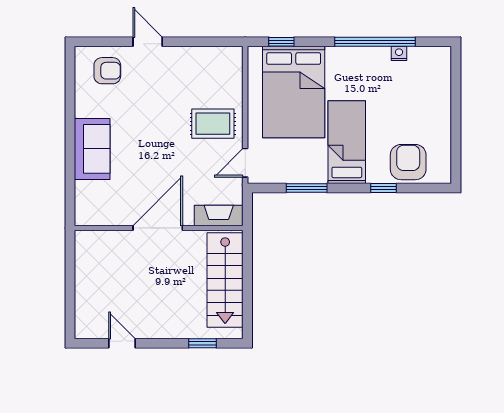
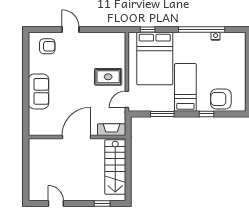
armchair: (408, 162) -> (221, 99), turned -90

